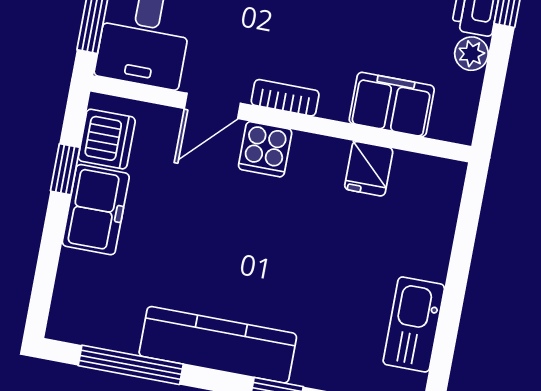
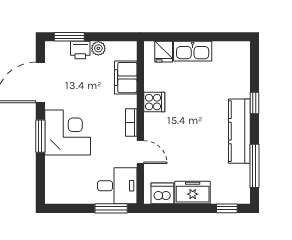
cooker: (265, 149) -> (154, 102), moved
window: (65, 169) -> (227, 208), moved
fridge: (369, 169) -> (164, 52), moved, turned 90
kitchen sink: (414, 324) -> (193, 51), moved

